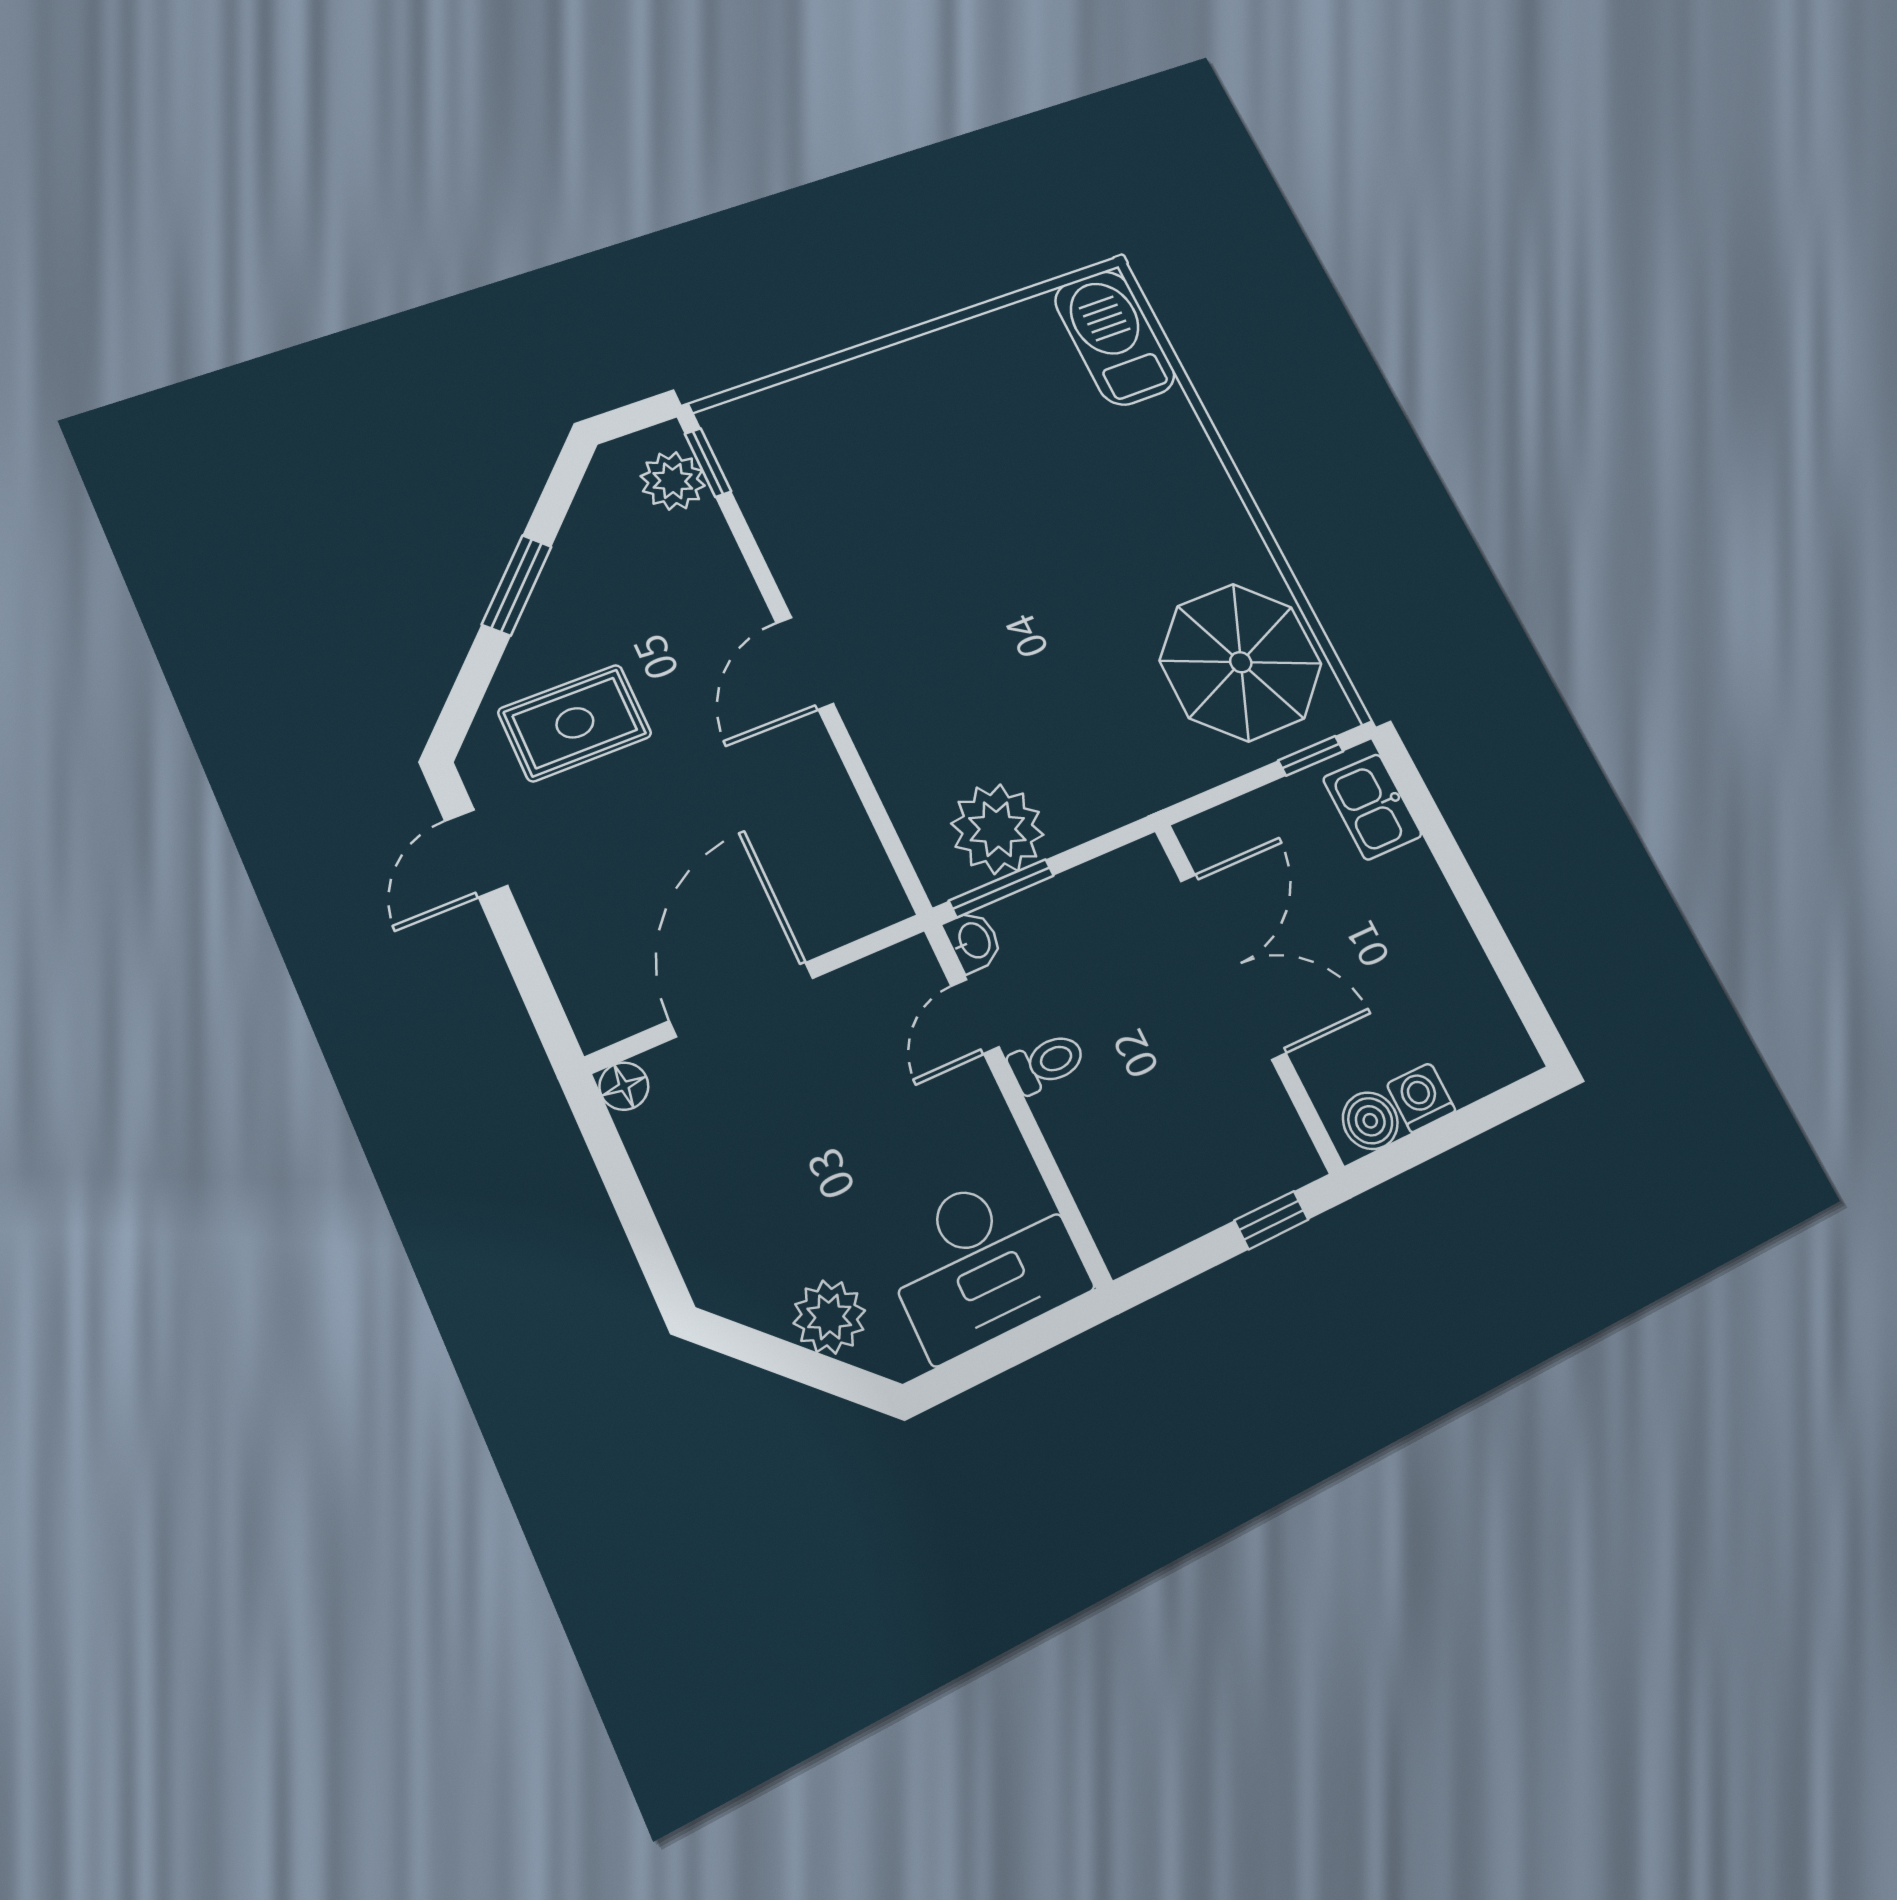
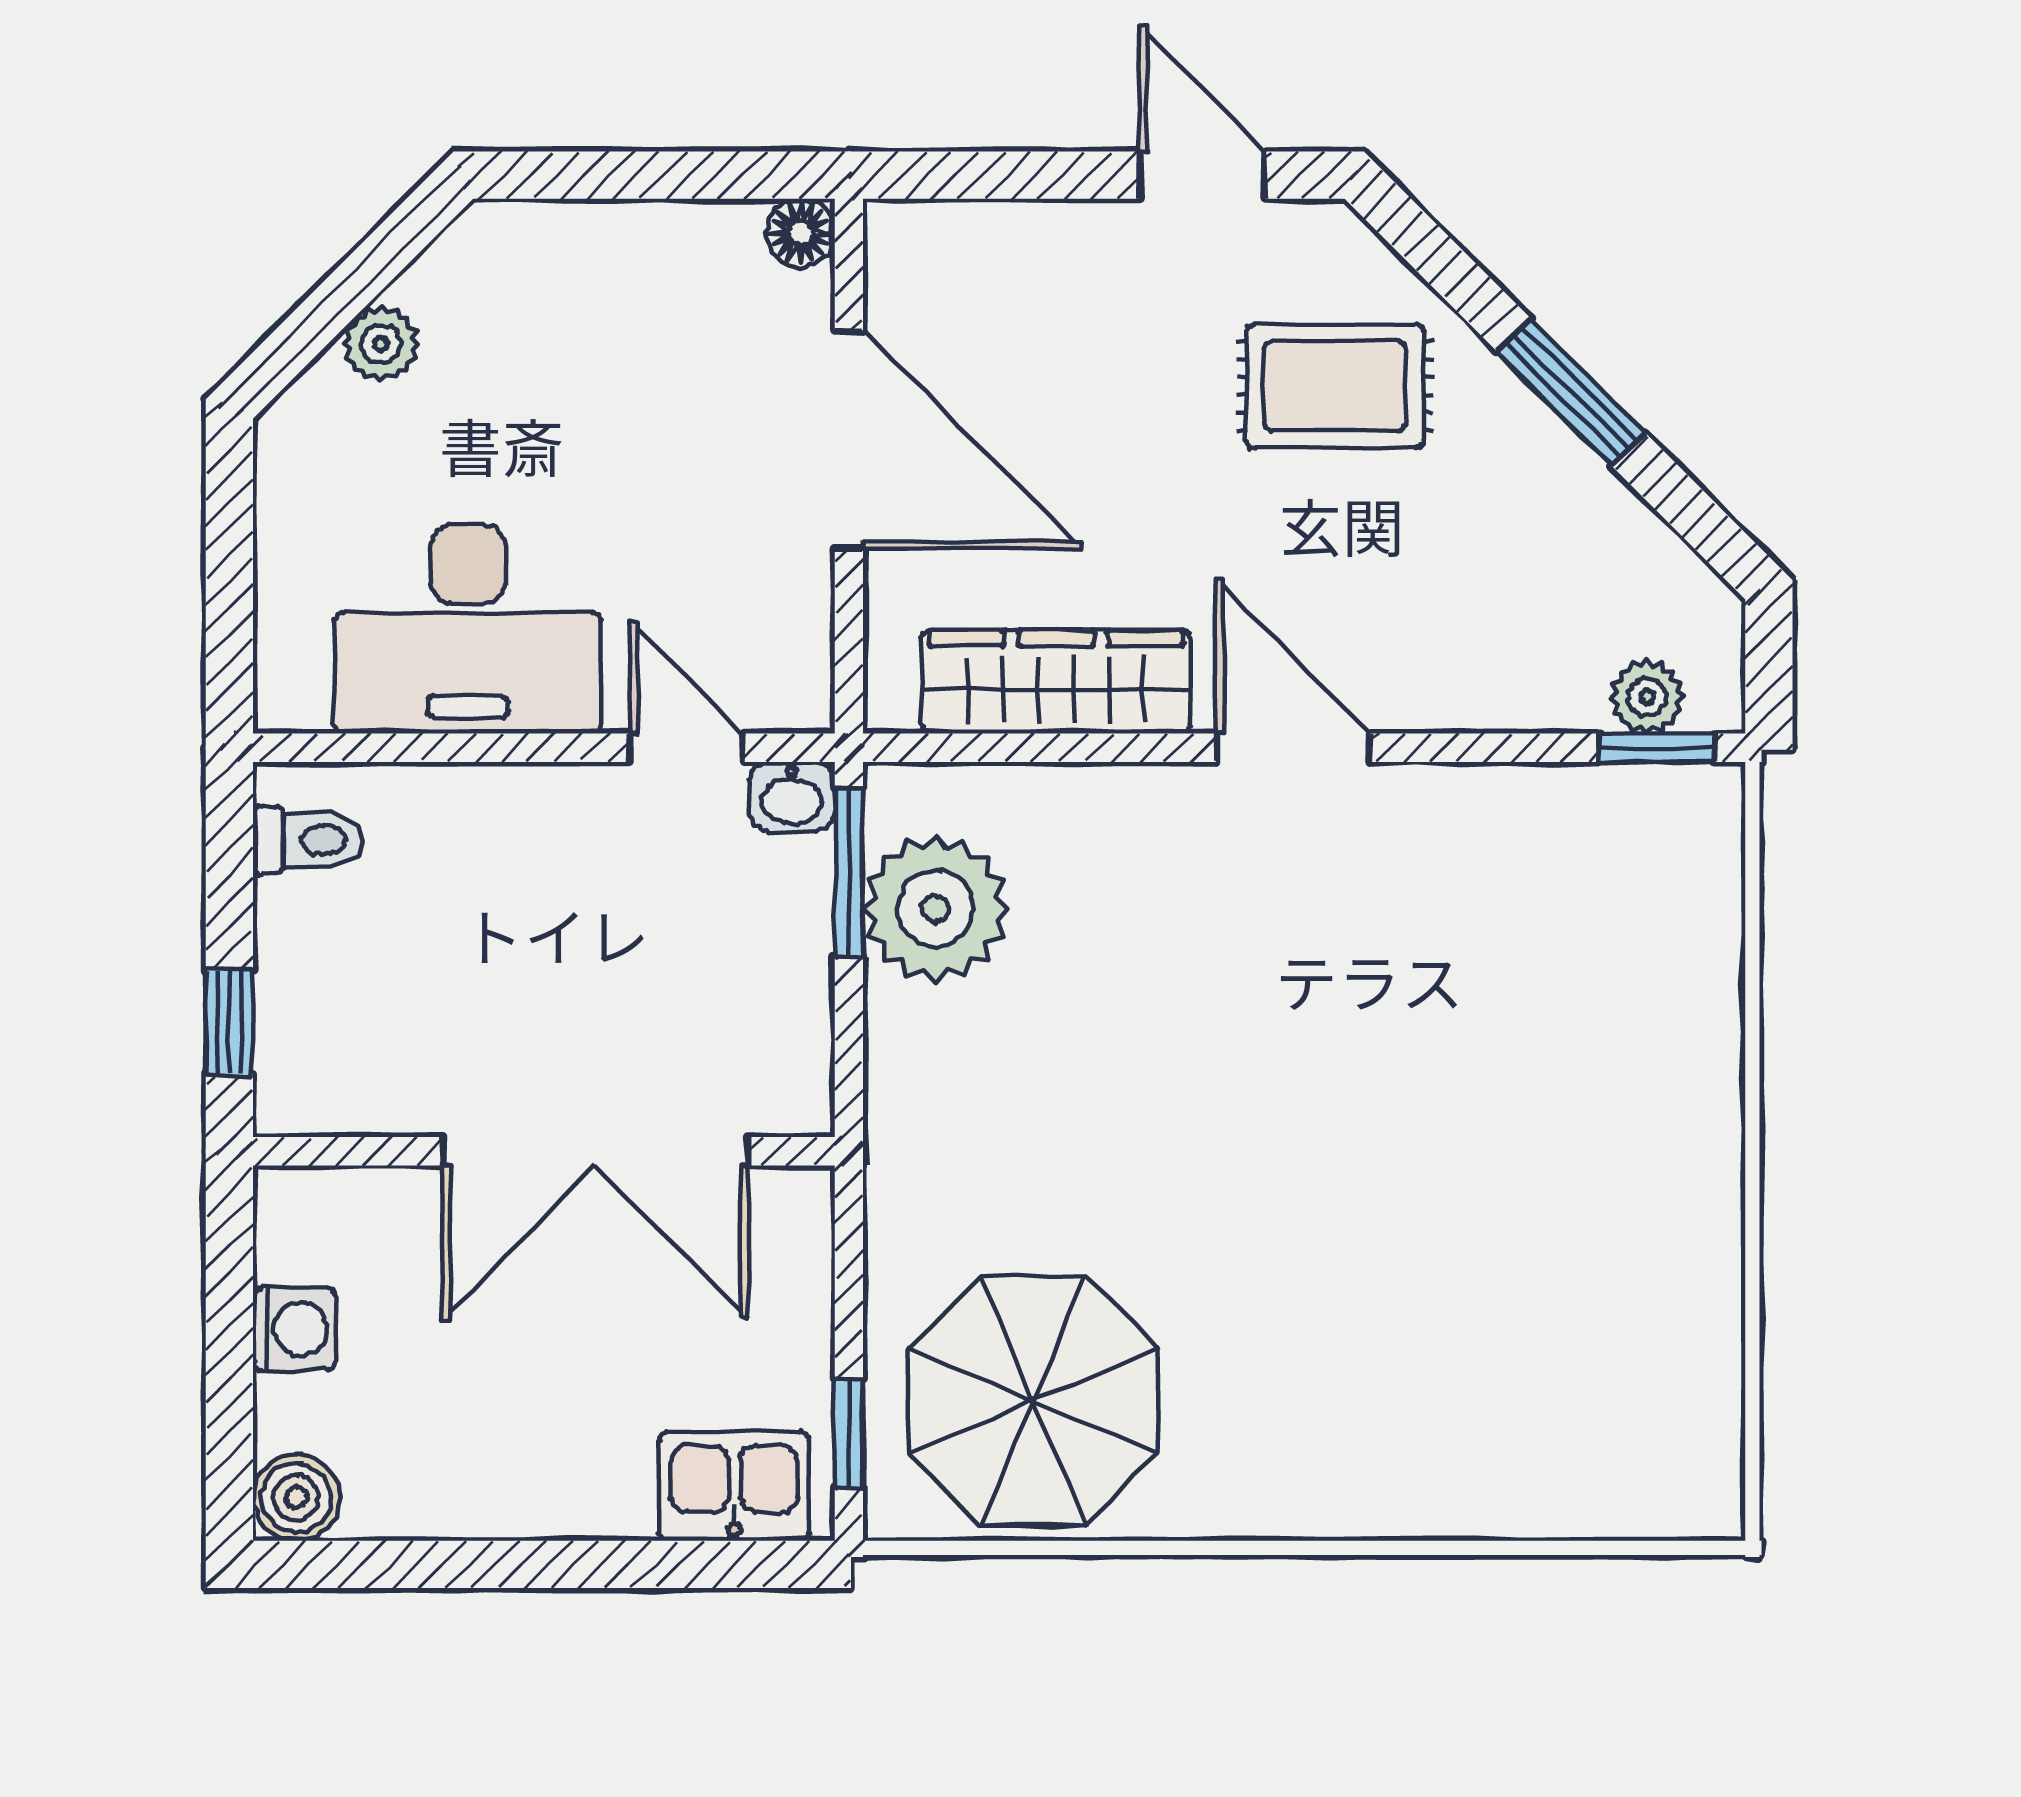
barbecue: (1115, 338) -> (1627, 1472), removed
plant: (673, 481) -> (1647, 697), width x0.73, depth x0.73
rug: (575, 723) -> (1335, 386), turned 90
wardrobe: (831, 814) -> (1056, 682), added
toilet: (1047, 1063) -> (308, 840), moved, turned -90
boiler: (1370, 1121) -> (296, 1498), moved
desk: (984, 1261) -> (468, 629), moved, turned -90
plant: (829, 1317) -> (381, 344), width x0.73, depth x0.73

